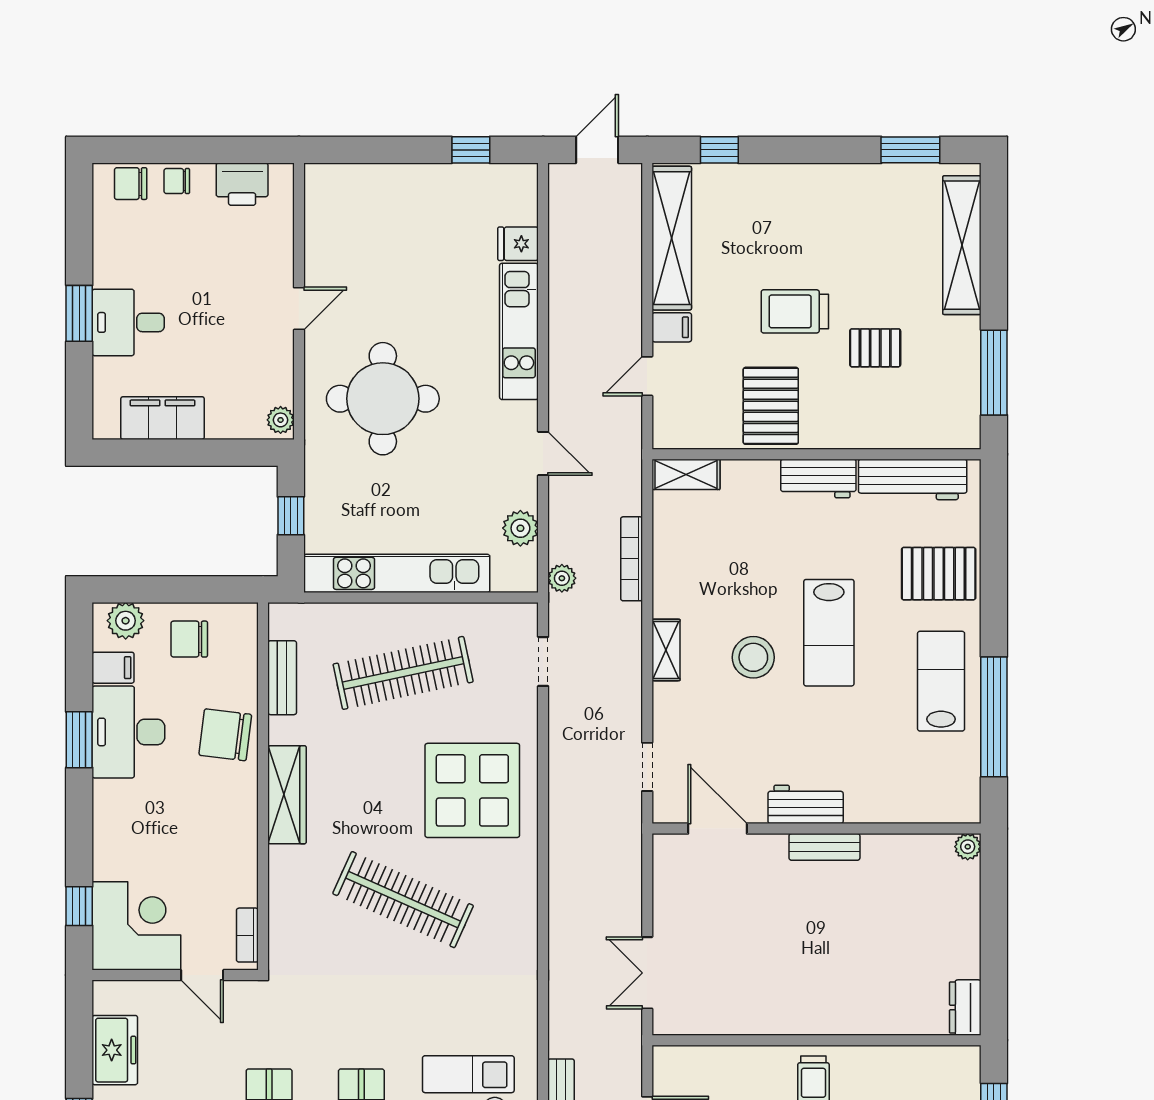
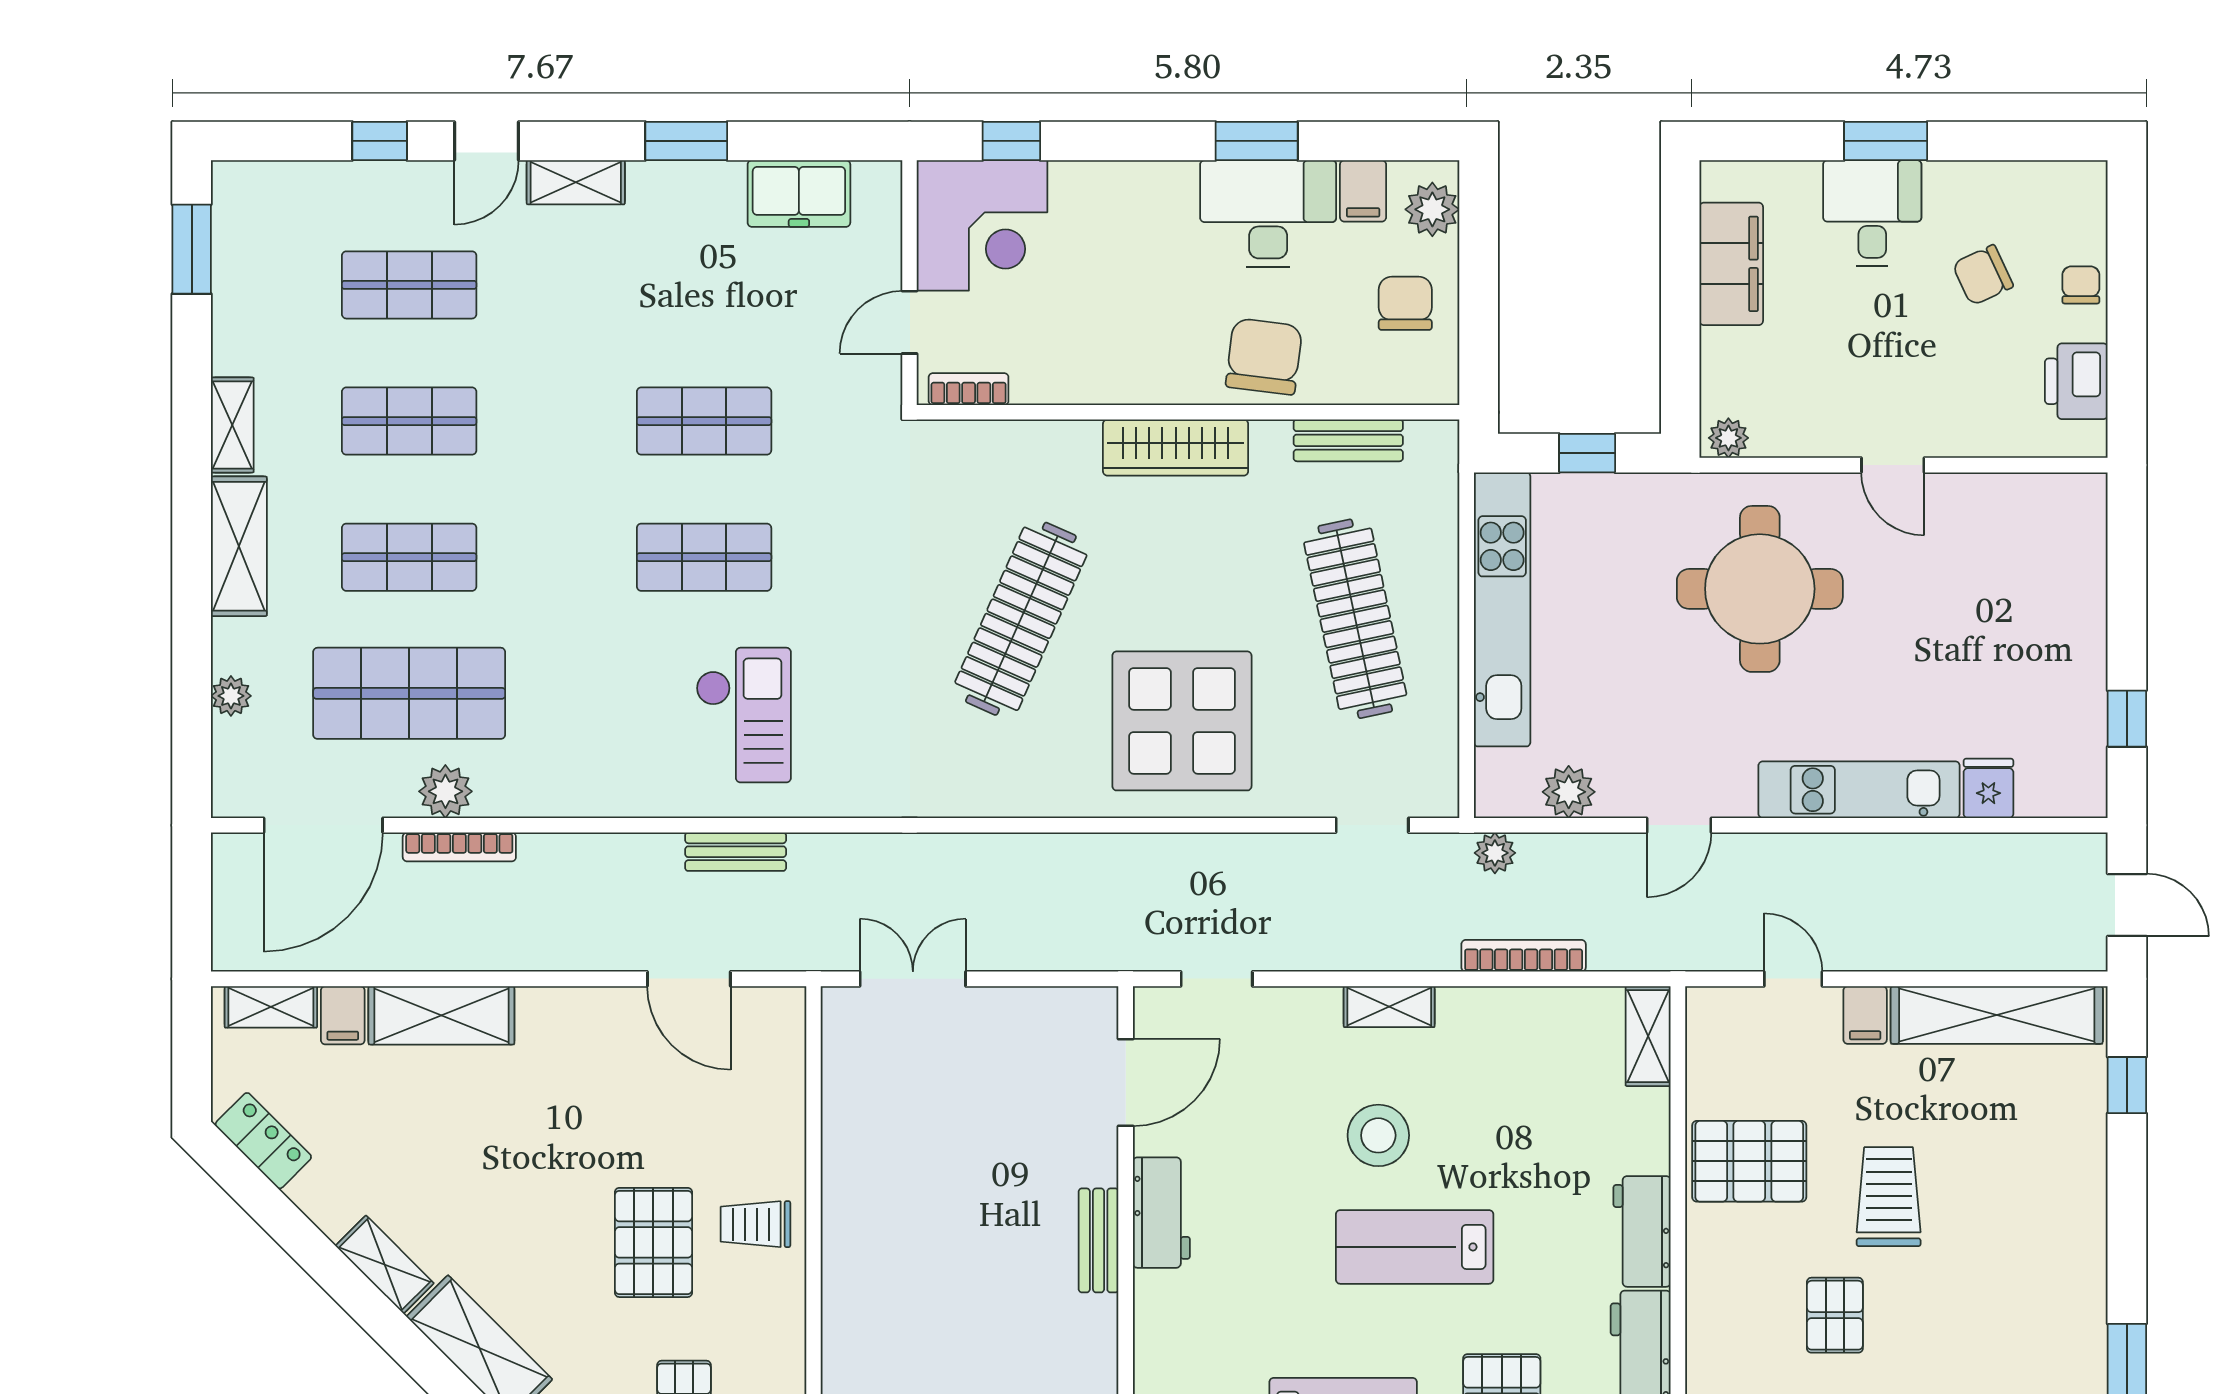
chair: (131, 184) -> (1983, 275), moved, turned -115

